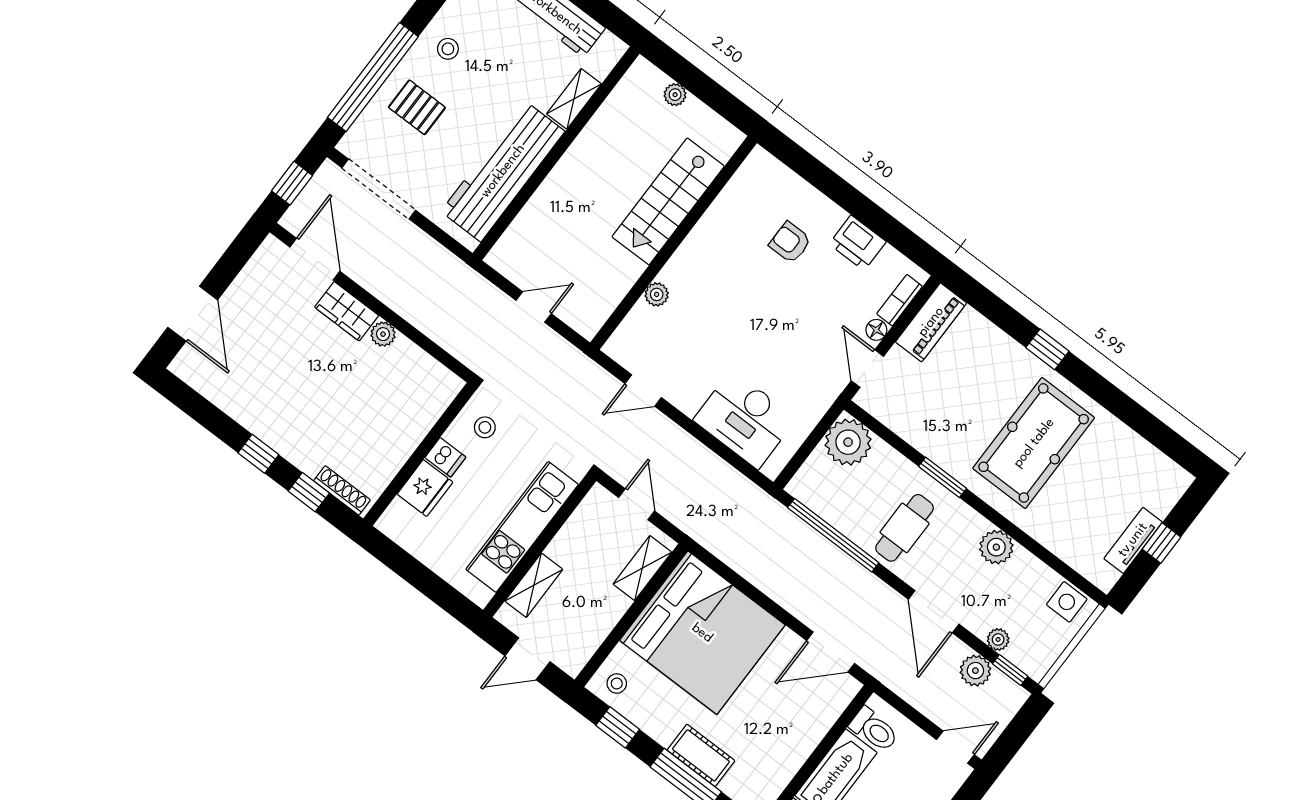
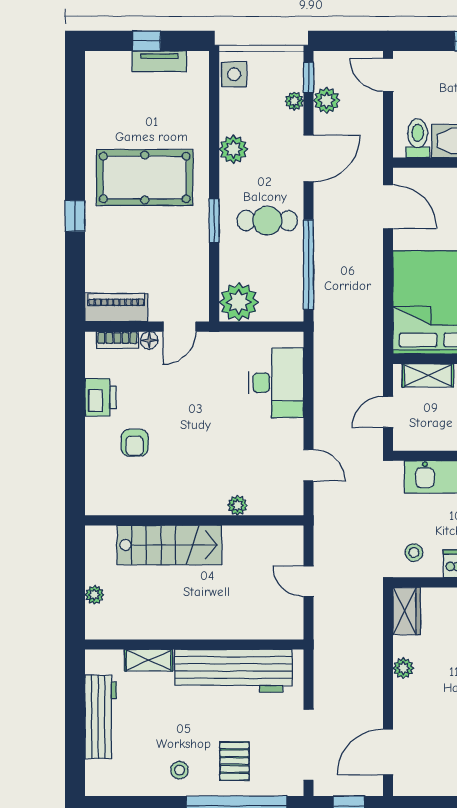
wardrobe: (347, 311) -> (407, 611), moved

